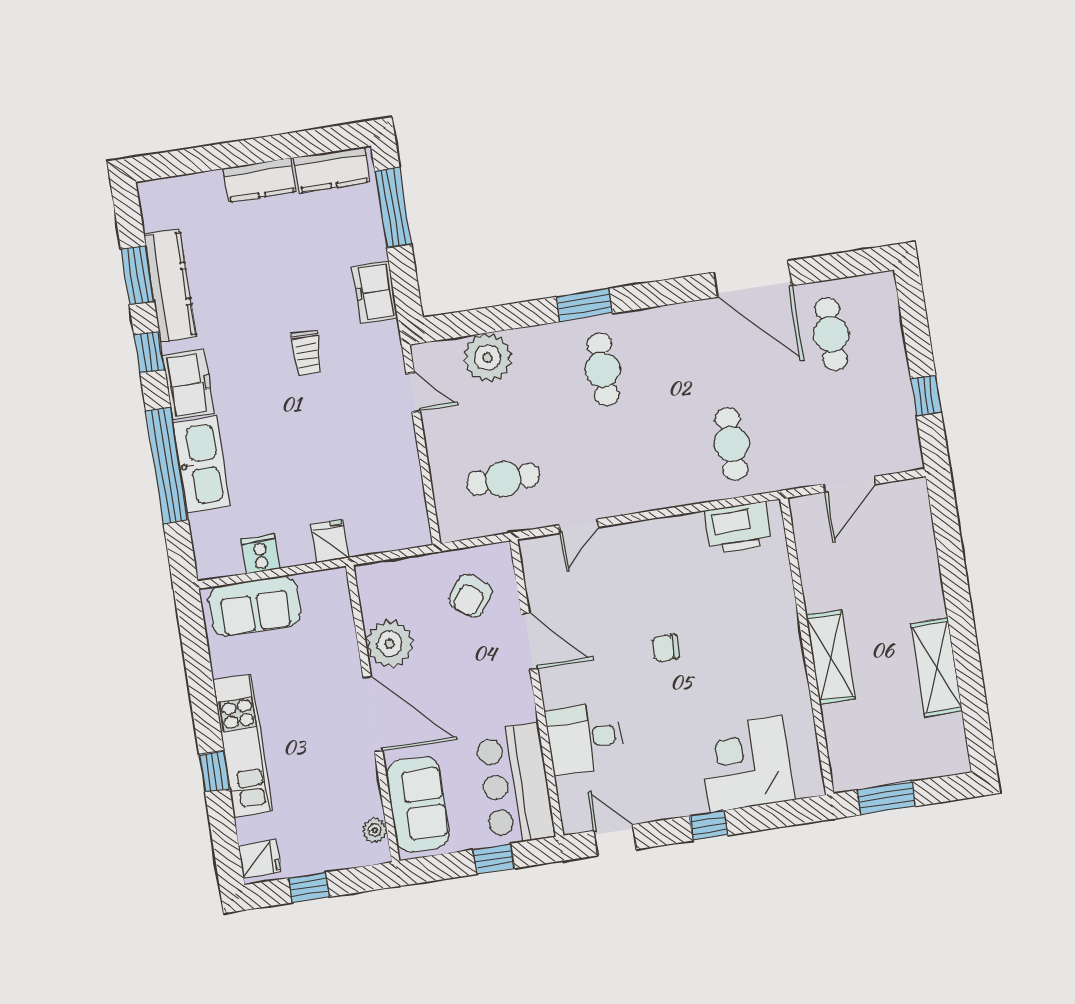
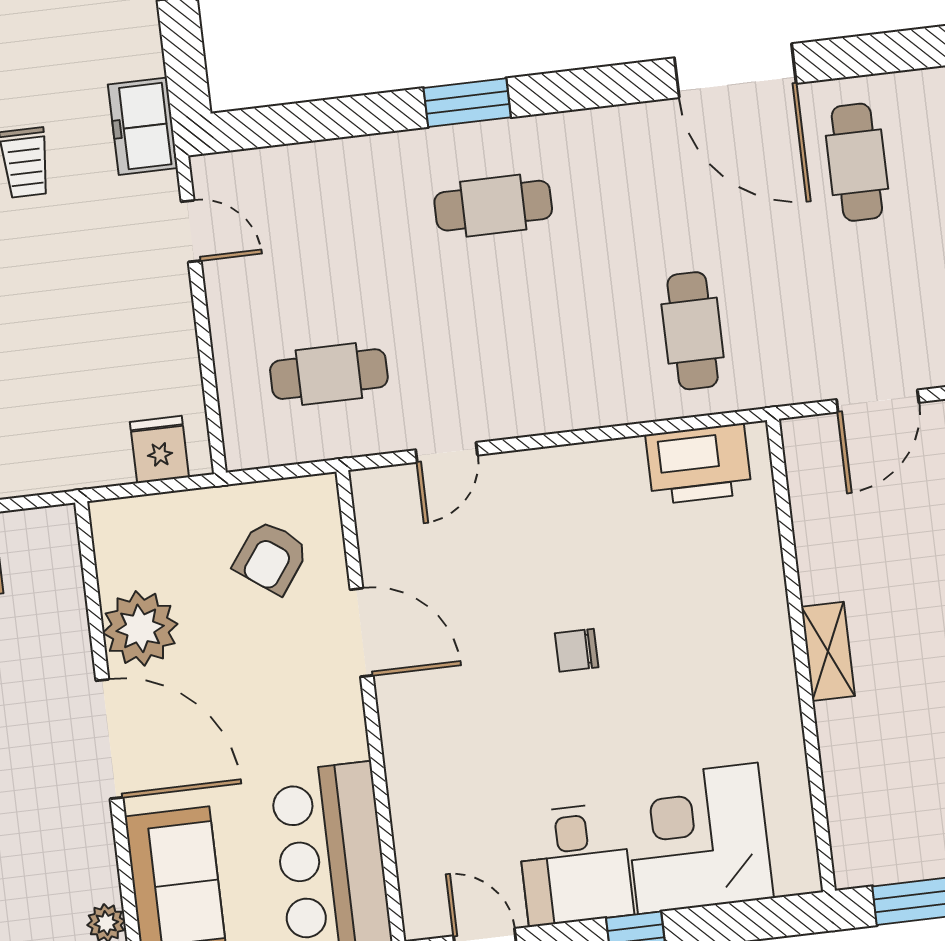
freezer: (375, 292) -> (143, 126), moved
plant: (488, 357) -> (311, 180), removed
cafe table: (603, 369) -> (493, 206), turned 90
fridge: (330, 541) -> (159, 450), moved
shelving: (831, 657) -> (828, 651), width x0.67, depth x0.75
desk: (585, 738) -> (575, 864), moved, turned -90

